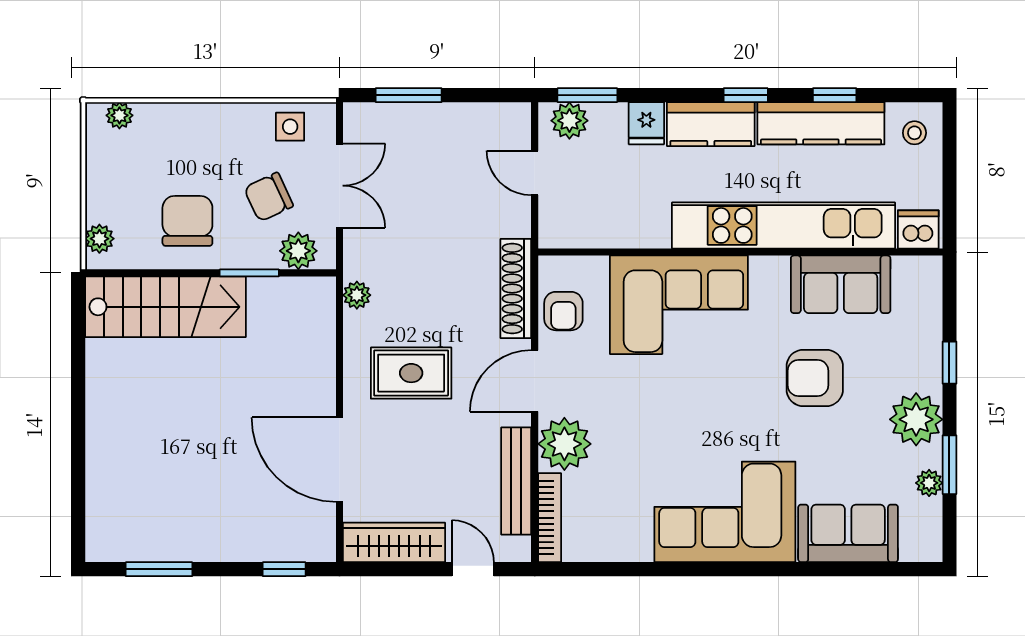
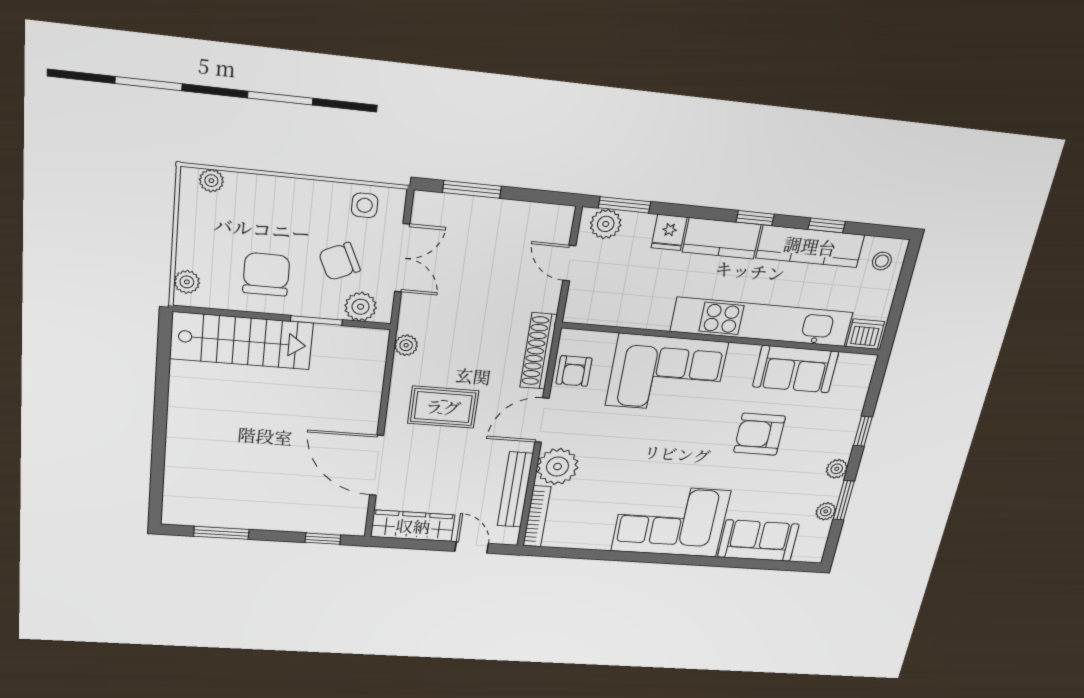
plant: (916, 419) -> (837, 469), width x0.53, depth x0.53

